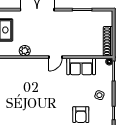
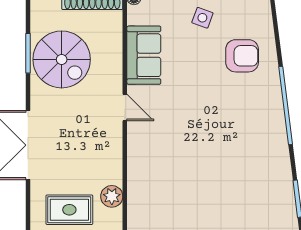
spiral stairs: (79, 26) -> (62, 59), added
plant: (25, 51) -> (112, 196), moved

